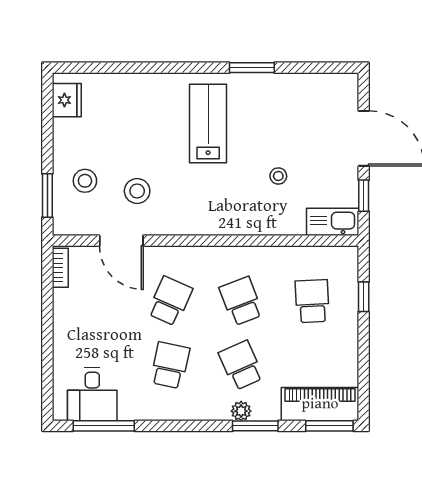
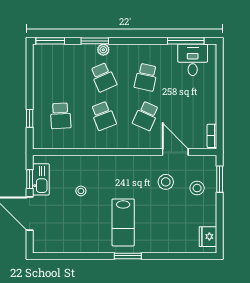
window: (252, 68) -> (128, 256), moved
kitchen sink: (333, 222) -> (41, 179), moved, turned -90
piano: (320, 404) -> (56, 54), removed

